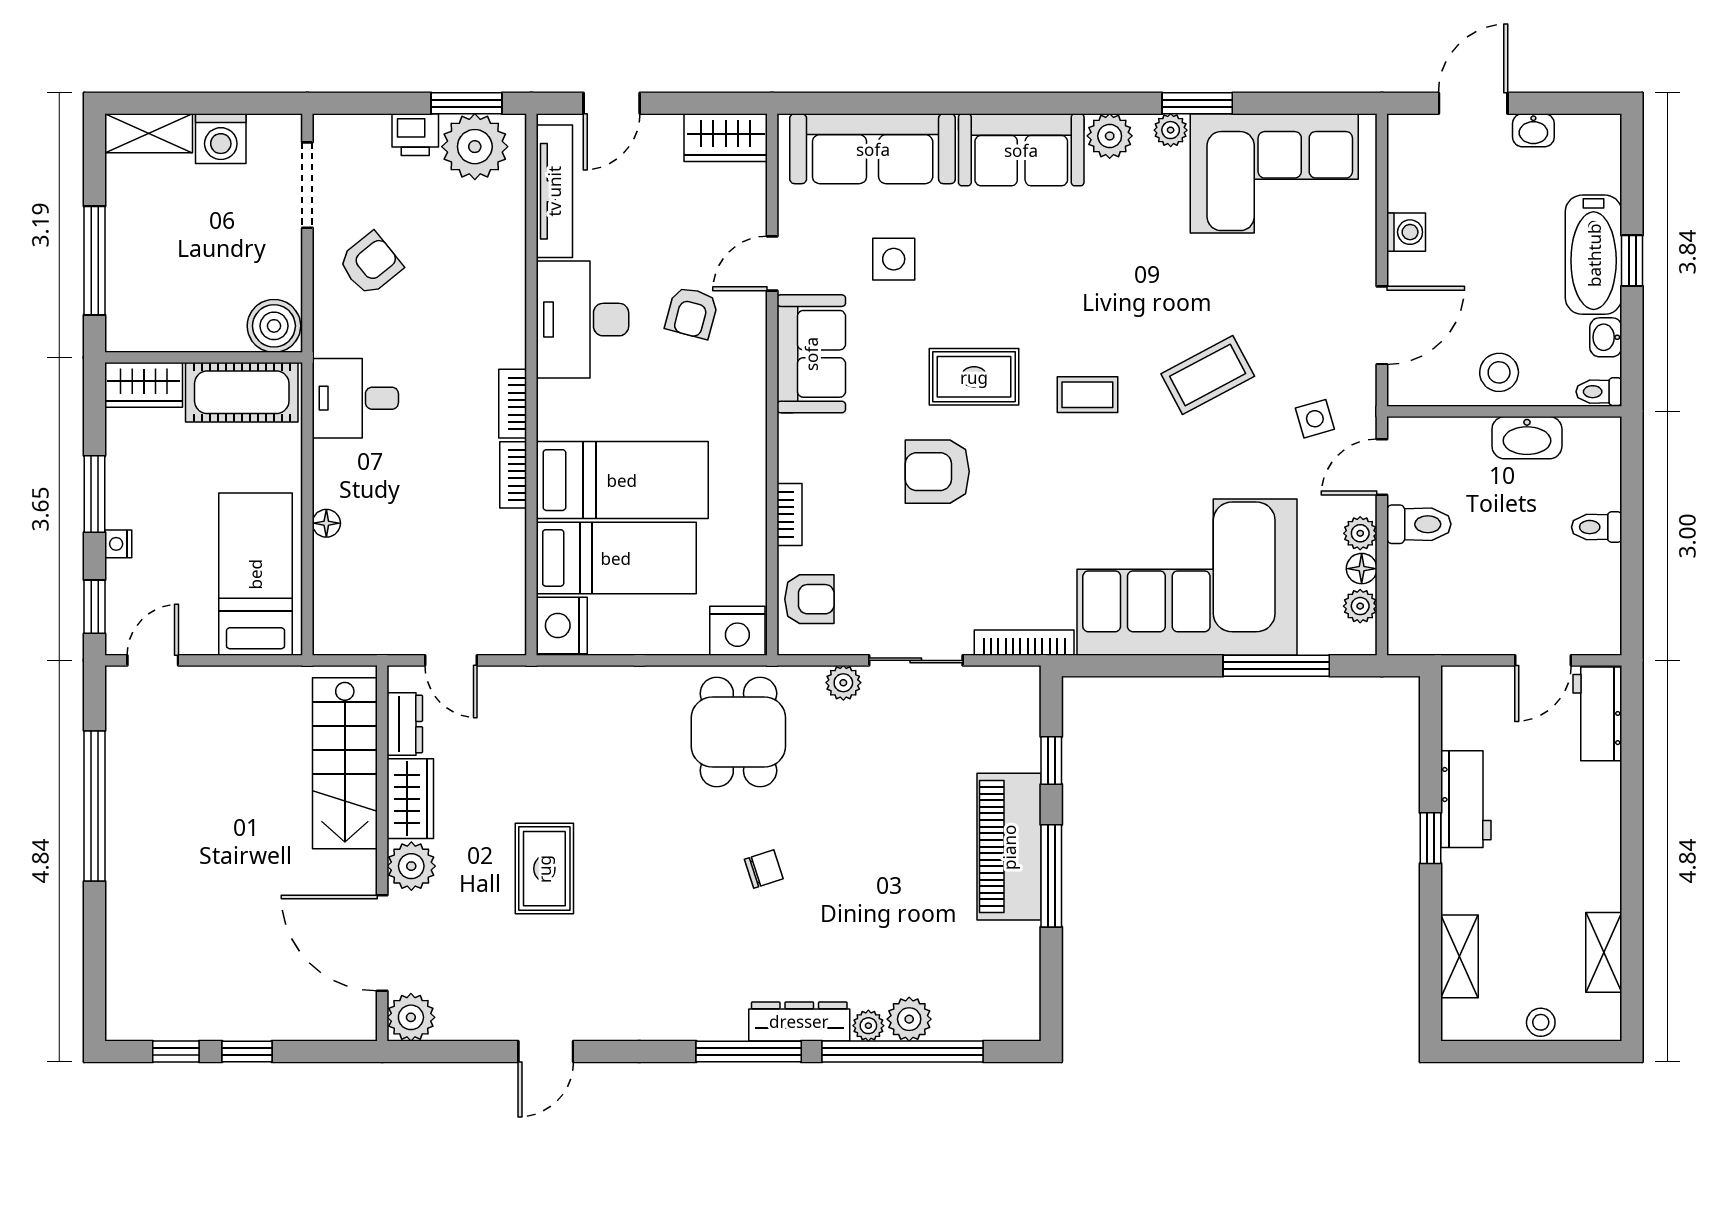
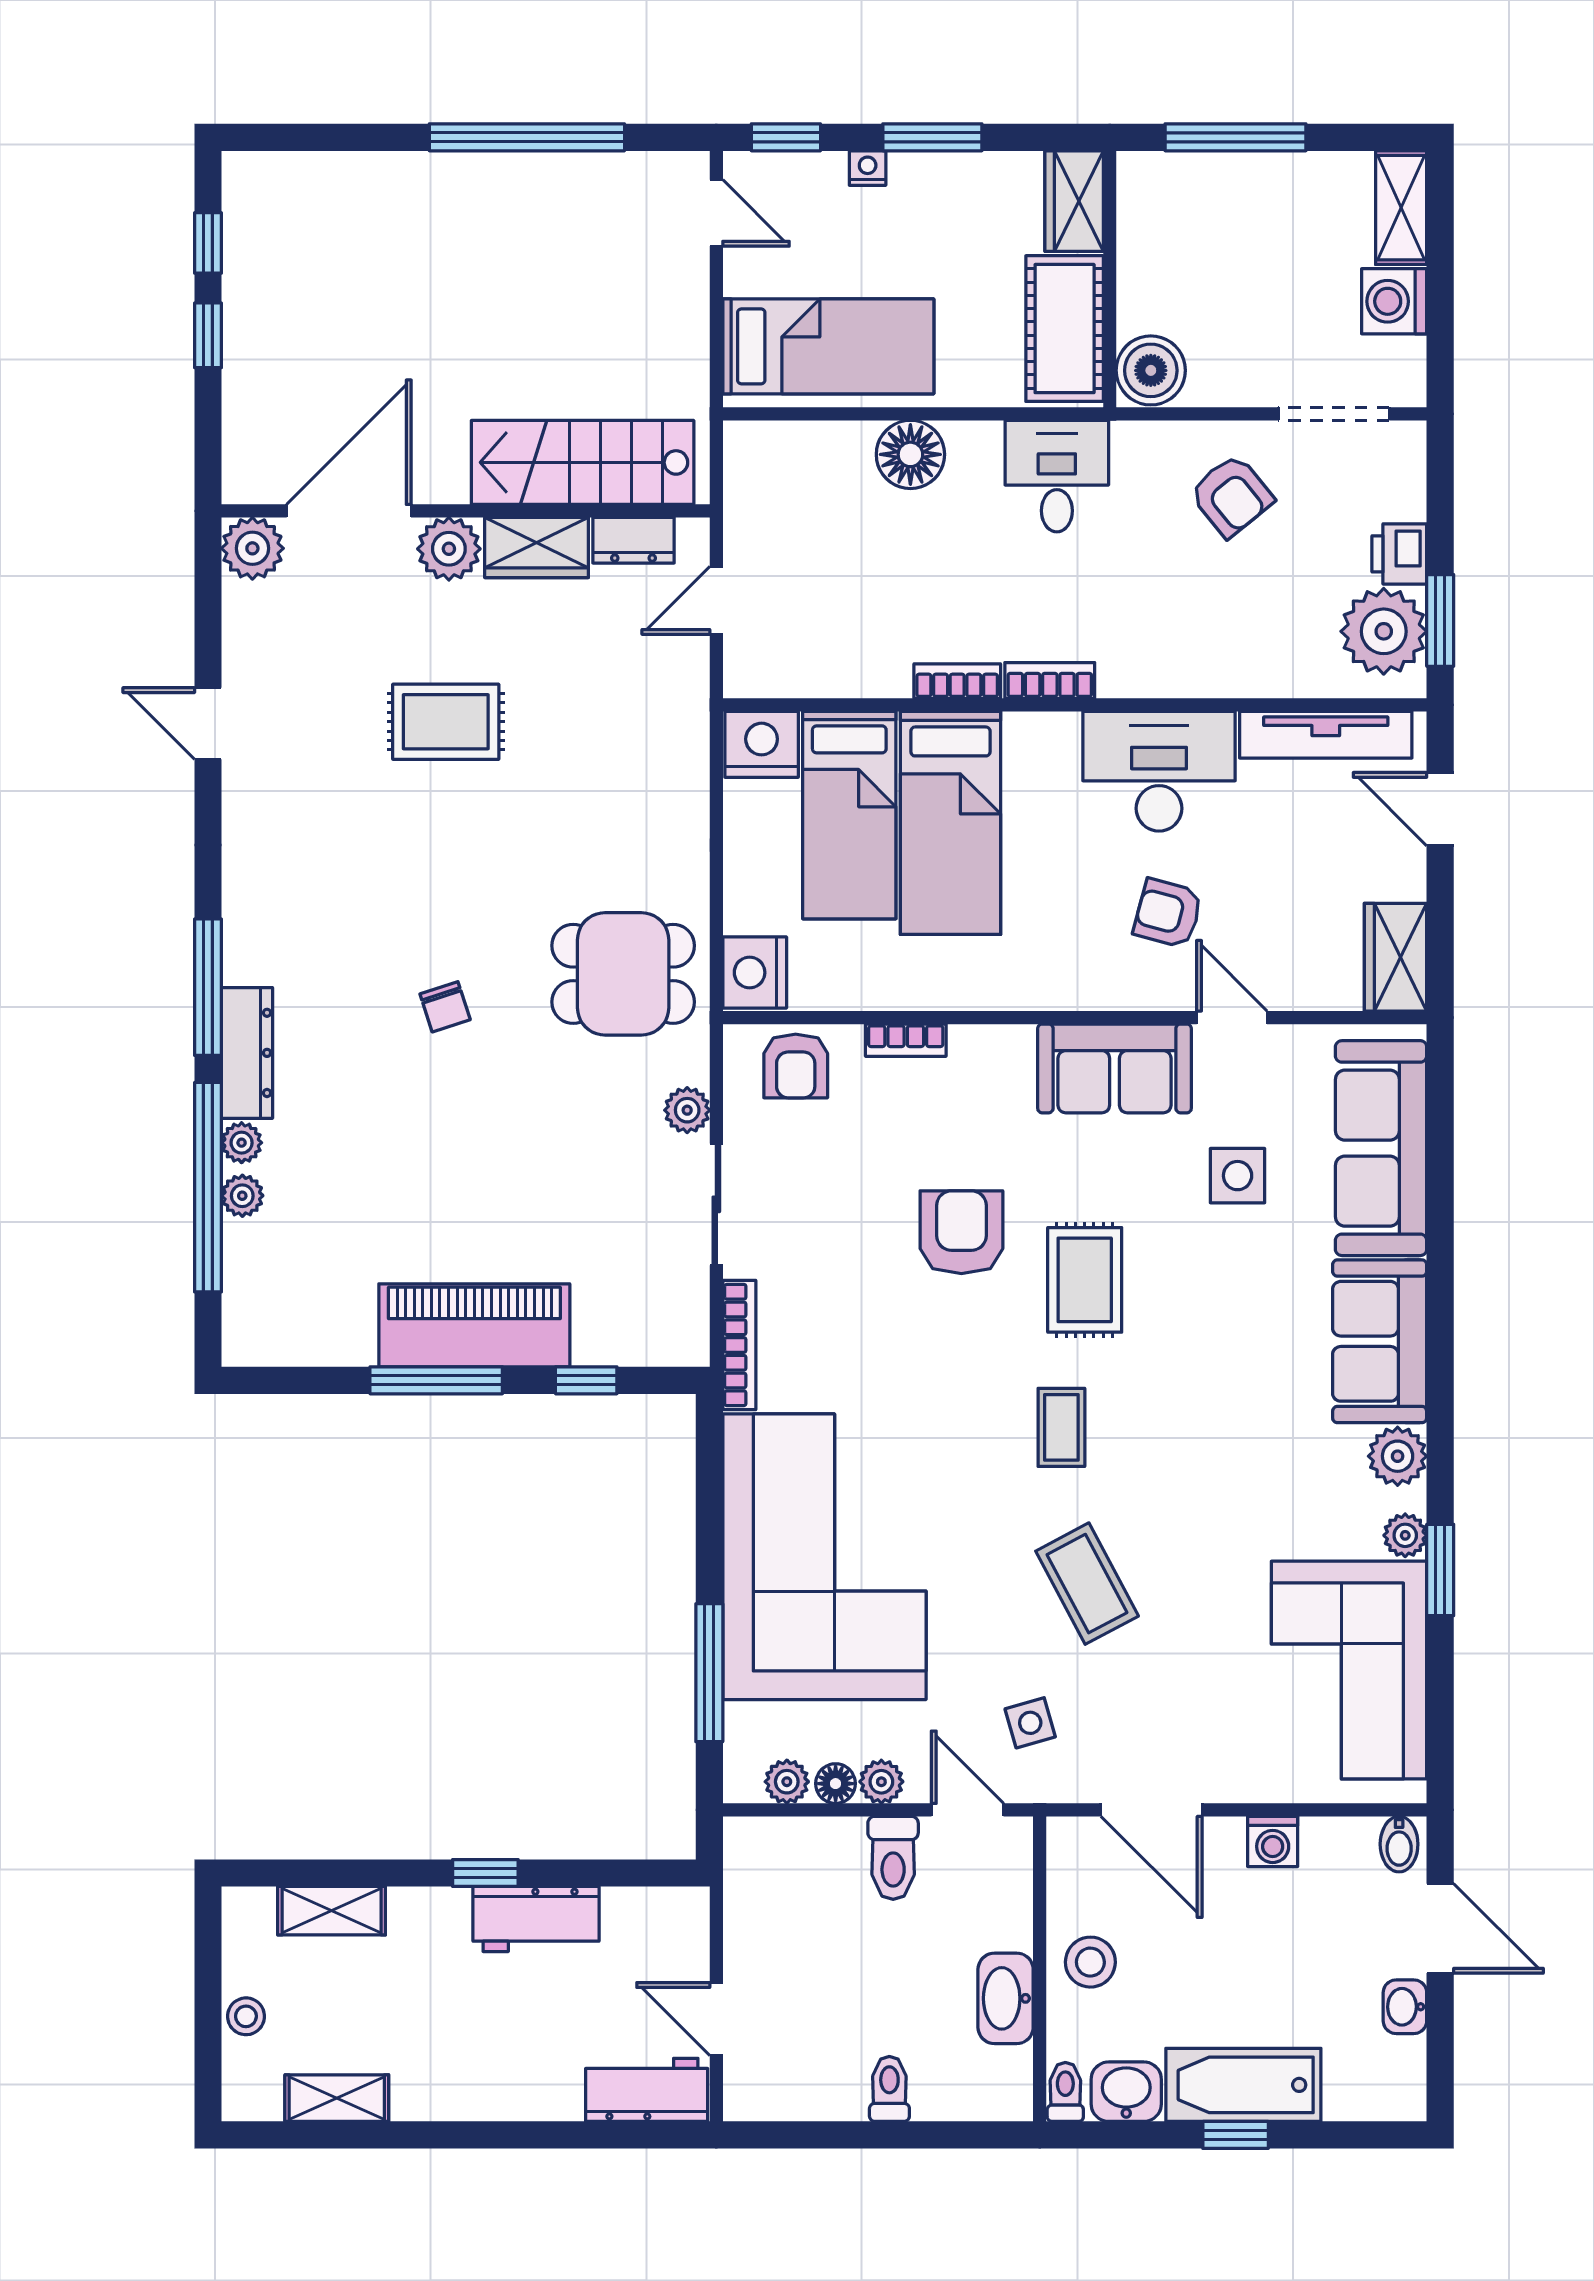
bidet: (1408, 135) -> (1399, 1844), added
washbasin: (1606, 337) -> (1126, 2092), width x1.38, depth x1.45
floor lamp: (326, 523) -> (910, 454), width x1.89, depth x1.89
plant: (909, 1019) -> (242, 1196), width x0.73, depth x0.73

